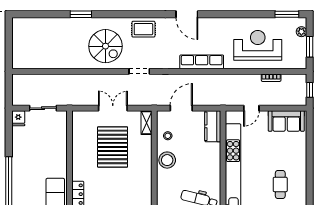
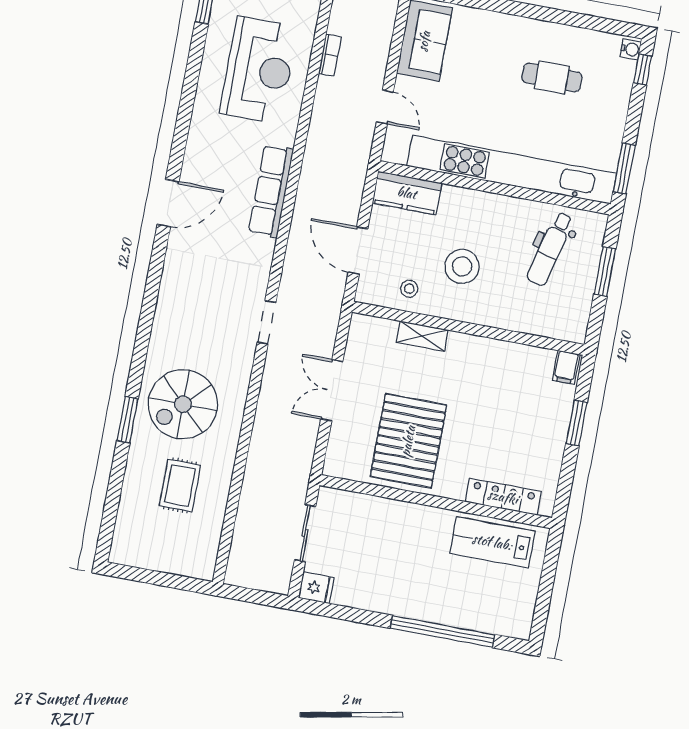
rug: (143, 29) -> (180, 486), moved
reception desk: (258, 45) -> (259, 70), turned 180
spiral stairs: (106, 46) -> (183, 404), moved, turned 180
shelving: (147, 123) -> (422, 336), moved
pallet: (113, 147) -> (408, 441), moved, turned 90
stool: (167, 160) -> (462, 266), moved

